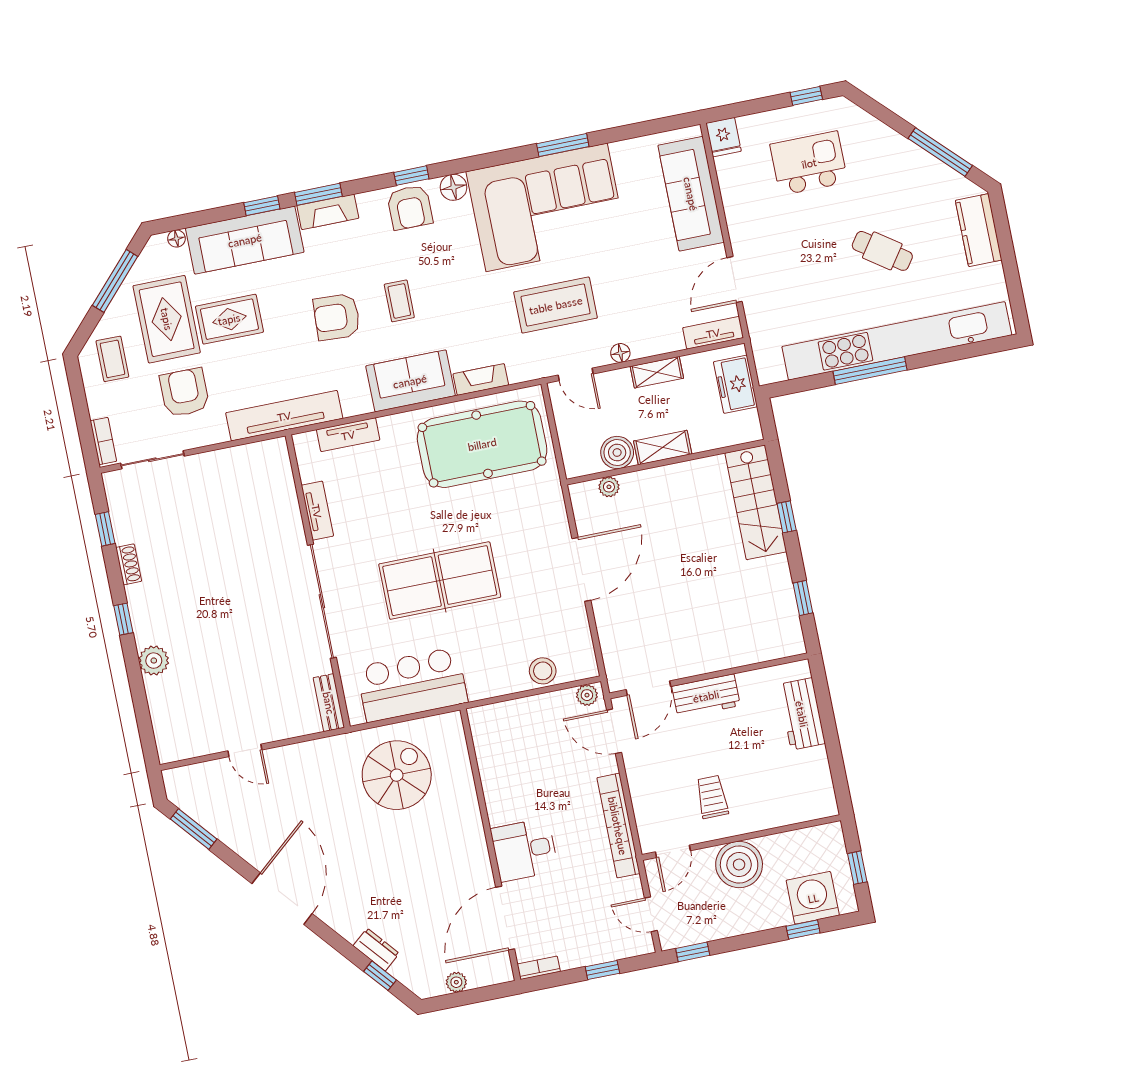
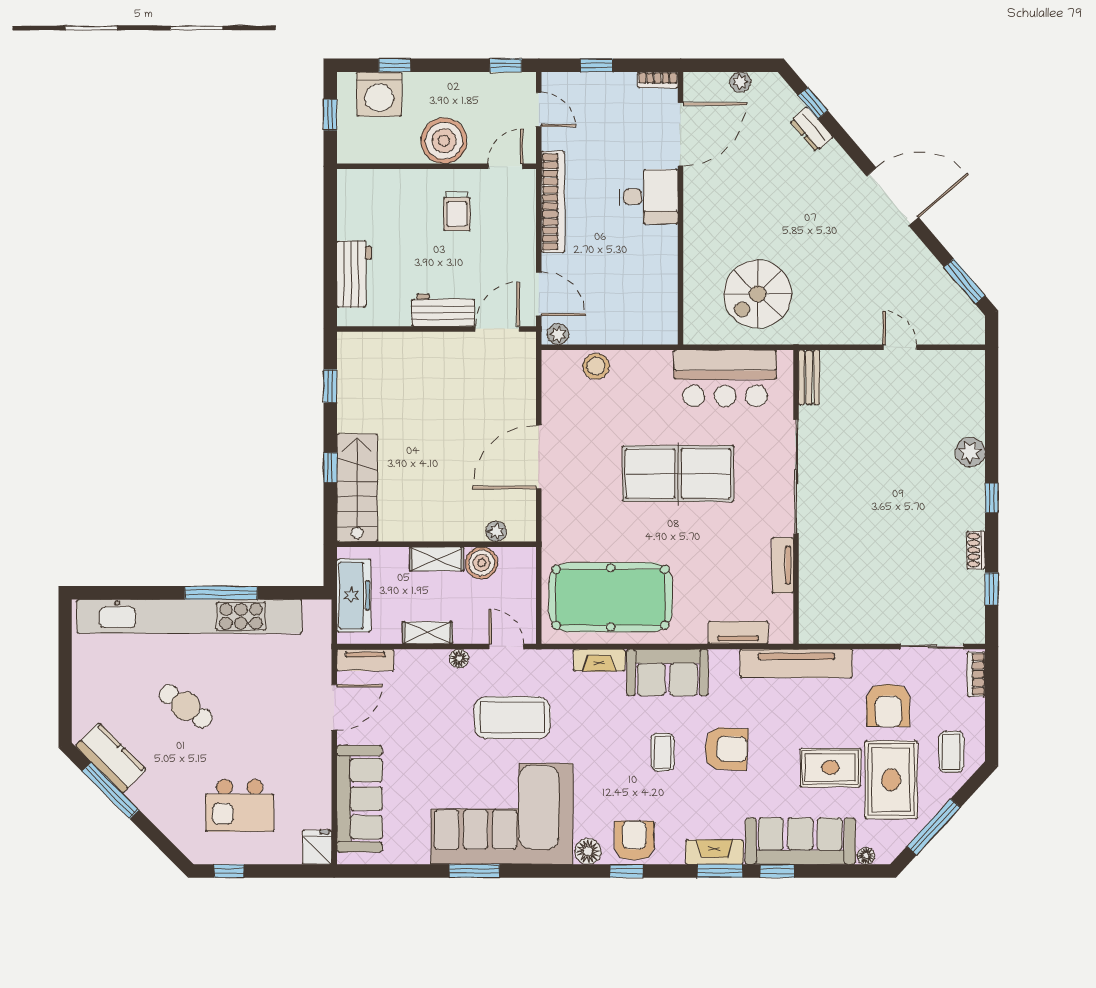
kitchen counter: (979, 230) -> (111, 758), moved, turned -45
freezer: (735, 384) -> (354, 595), width x1.40
door: (282, 899) -> (893, 197), swing flipped

